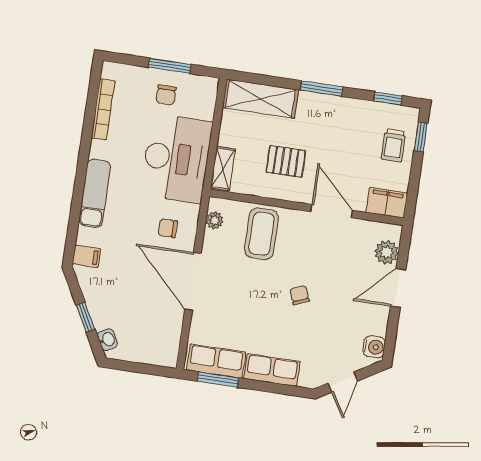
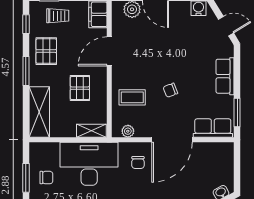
pallet: (346, 121) -> (46, 51), added
coffee table: (261, 234) -> (132, 97), width x0.73, depth x0.77
chair: (300, 295) -> (170, 90), moved
row of seats: (216, 361) -> (213, 128), moved, turned 90

